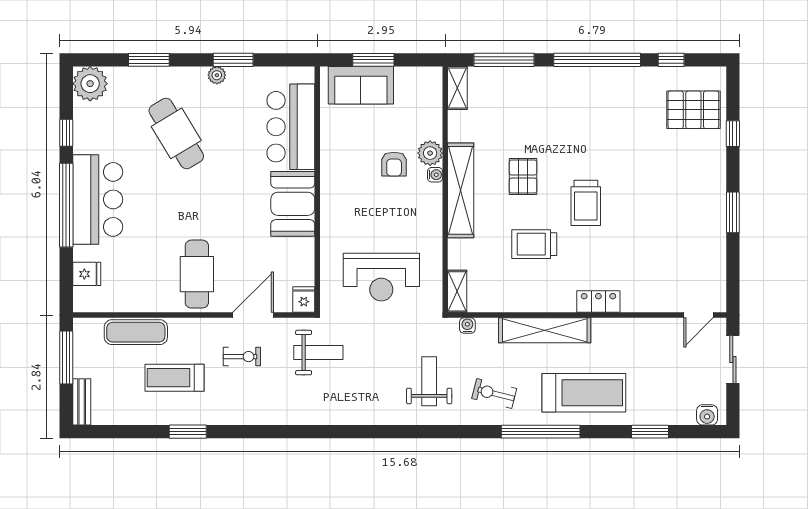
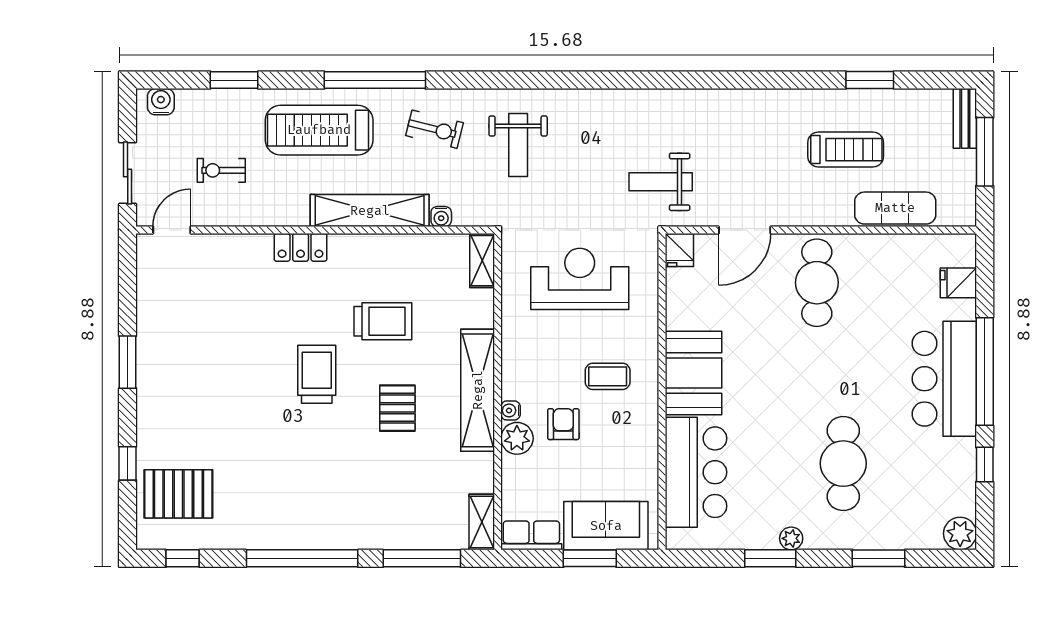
window: (671, 60) -> (183, 558), moved
row of seats: (419, 78) -> (531, 535), added
plant: (90, 84) -> (960, 534), width x0.73, depth x0.73
cafe table: (176, 133) -> (843, 464), turned 31
coffee table: (360, 201) -> (608, 376), added
water cooler: (467, 326) -> (441, 217), moved
window: (66, 357) -> (985, 152), moved
exercise bike: (242, 357) -> (221, 170), moved
window: (188, 432) -> (870, 80), moved

